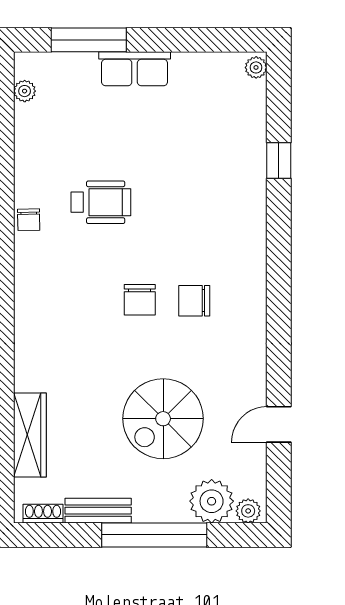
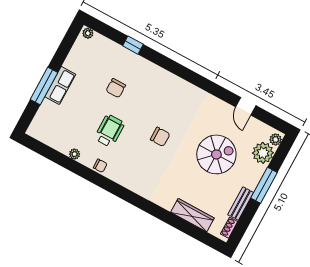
window: (89, 40) -> (44, 86), moved
plant: (25, 91) -> (75, 154), moved
chair: (194, 301) -> (116, 88), moved
spiral stairs: (163, 419) -> (216, 154), turned -90
window: (154, 535) -> (264, 185), width x0.68

